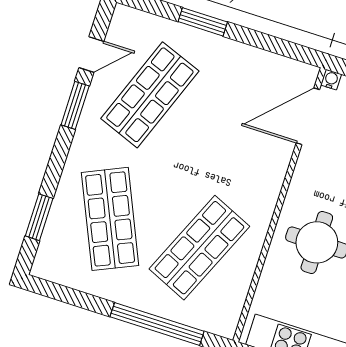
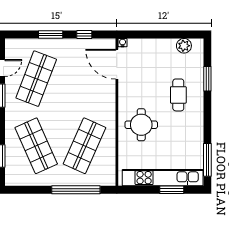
window: (265, 42) -> (84, 35), added
door: (308, 116) -> (117, 64), hinge flipped

